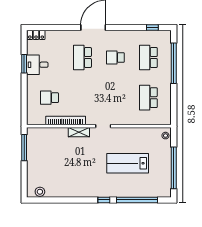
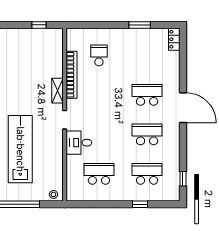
school desk: (115, 57) -> (147, 134), width x1.85
window: (174, 63) -> (140, 204), width x0.32
desk: (37, 65) -> (79, 143), moved, turned -90
window: (24, 148) -> (39, 25), width x0.46
lab bench: (128, 163) -> (20, 149), width x1.36

